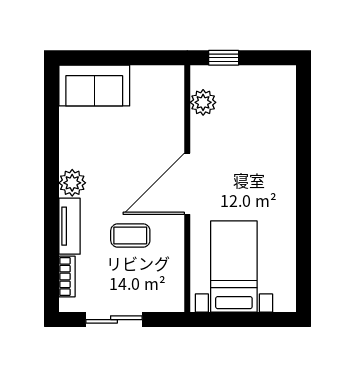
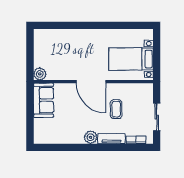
window: (224, 58) -> (30, 64), removed
sofa: (94, 85) -> (43, 100), moved
plant: (203, 102) -> (40, 74), moved

